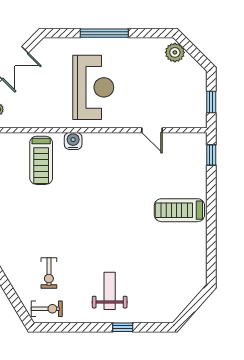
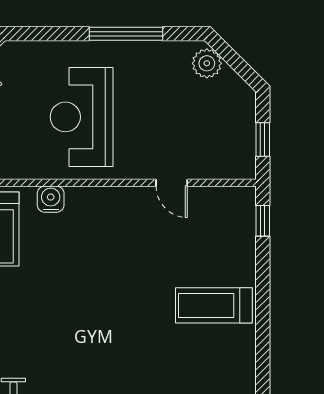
window: (104, 33) -> (126, 34), moved
reception desk: (93, 87) -> (82, 117), turned 180

